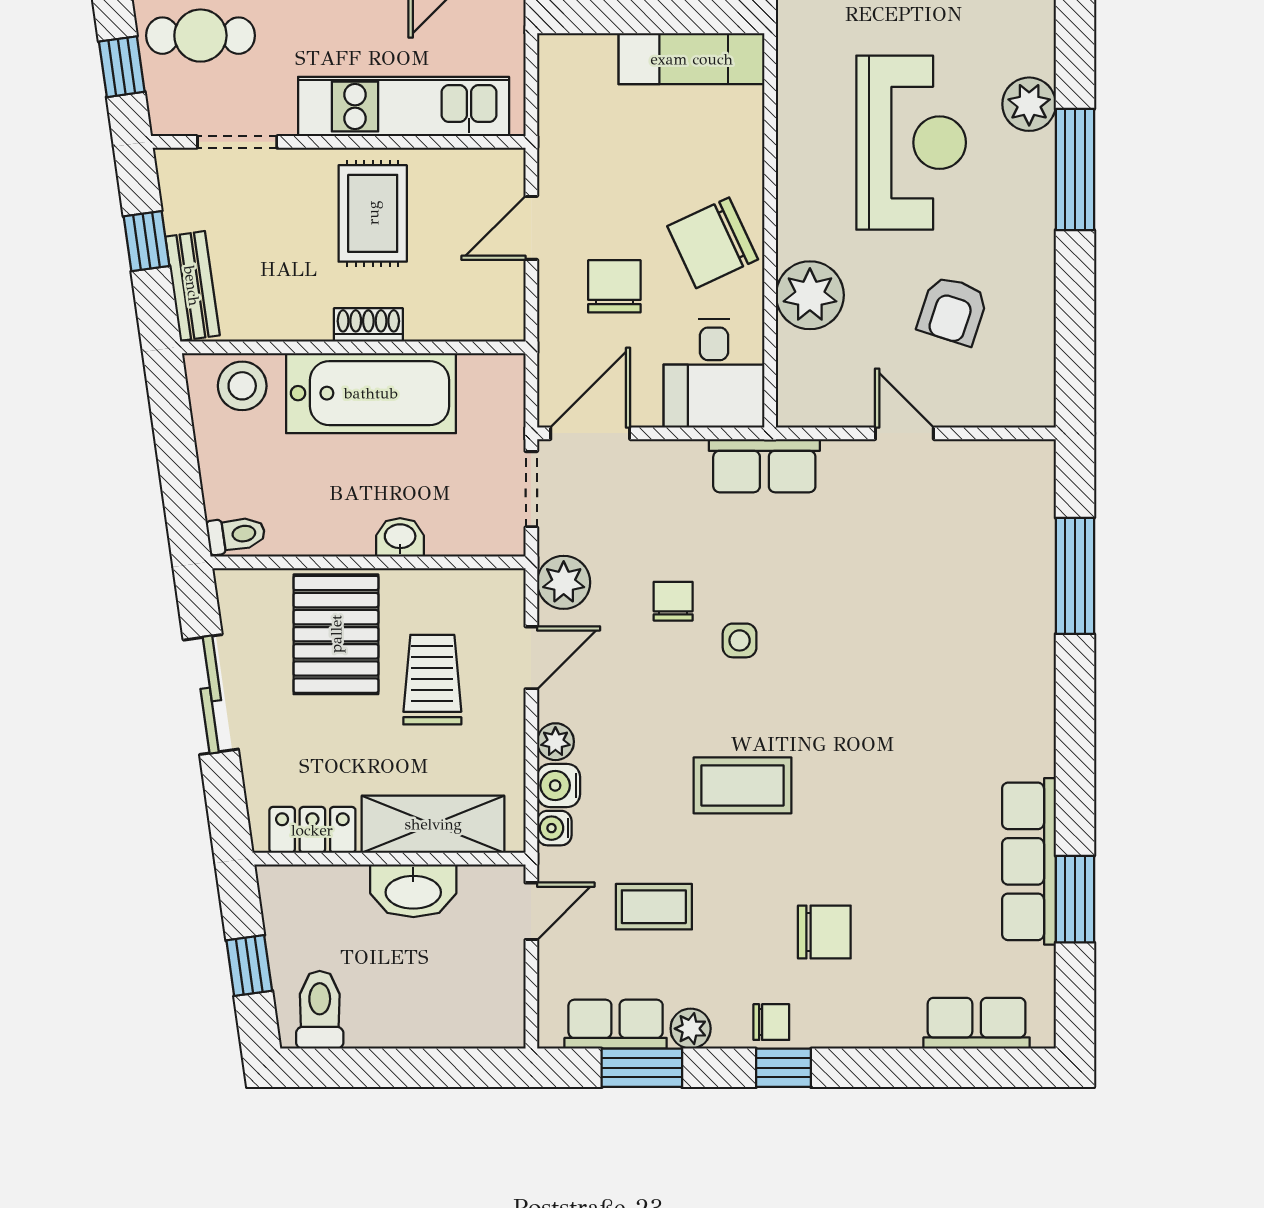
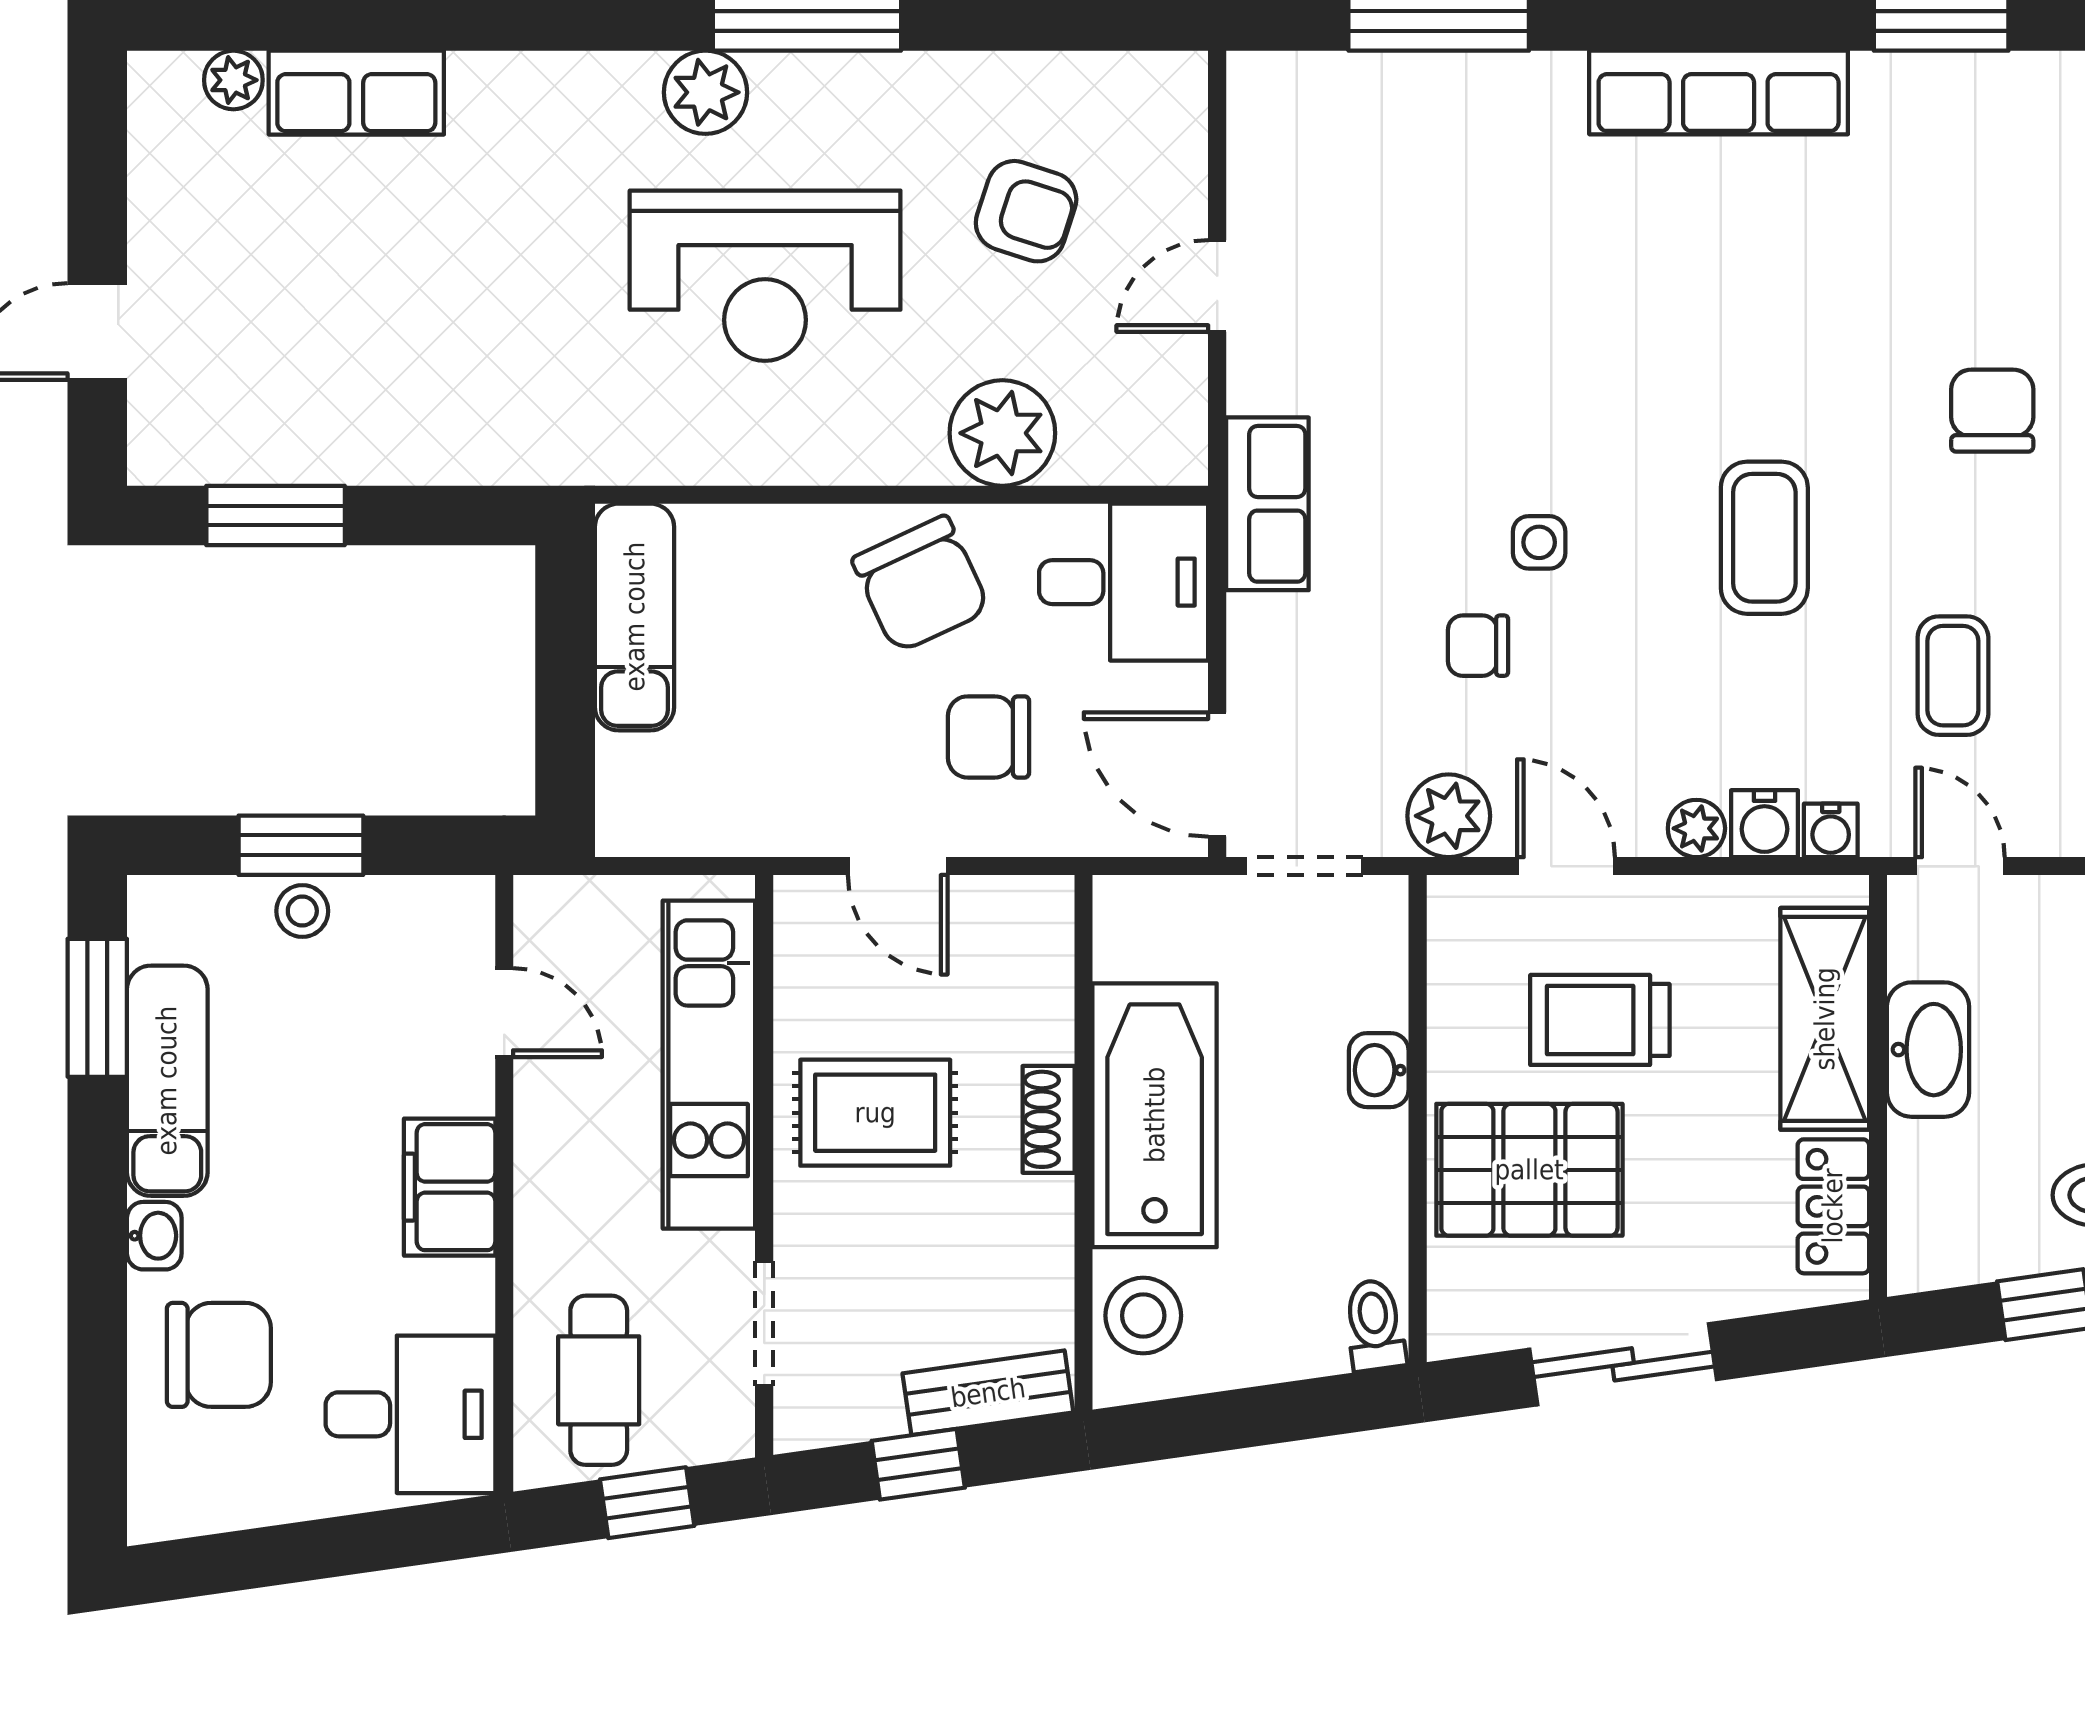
reception desk: (911, 143) -> (765, 276), turned 180
row of seats: (1029, 861) -> (1719, 93), moved

